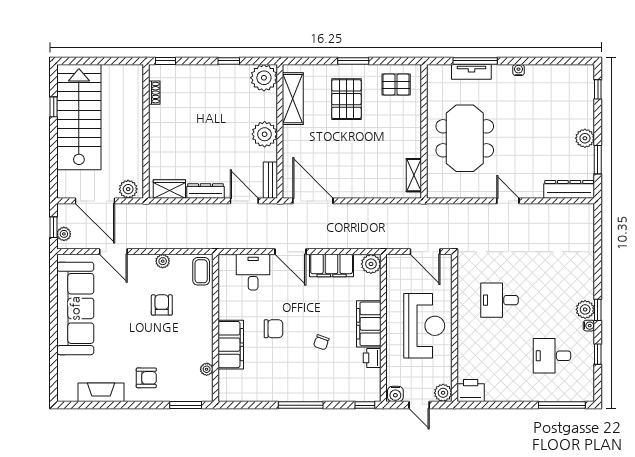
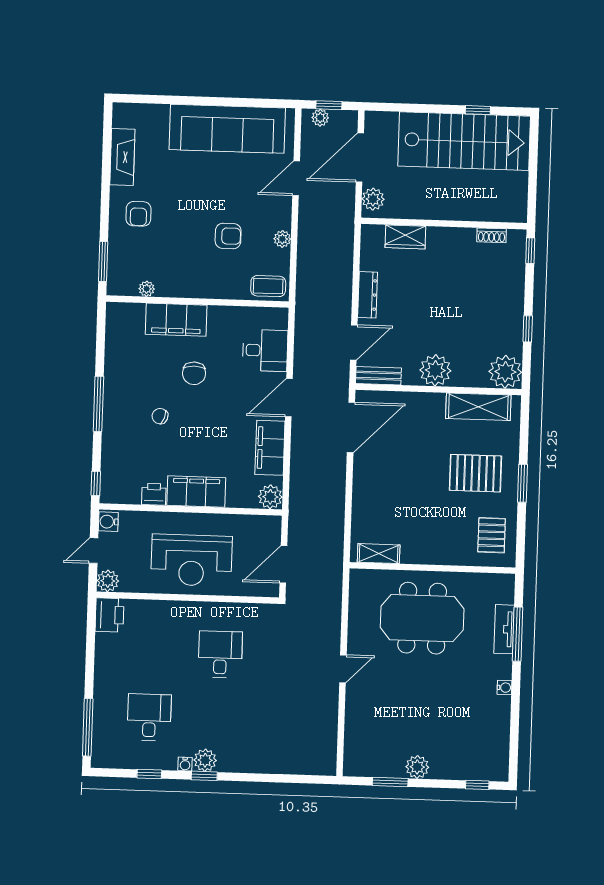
wardrobe: (169, 189) -> (405, 237), moved, turned 90
dresser: (569, 189) -> (355, 745), removed
chair: (321, 342) -> (160, 416), moved

